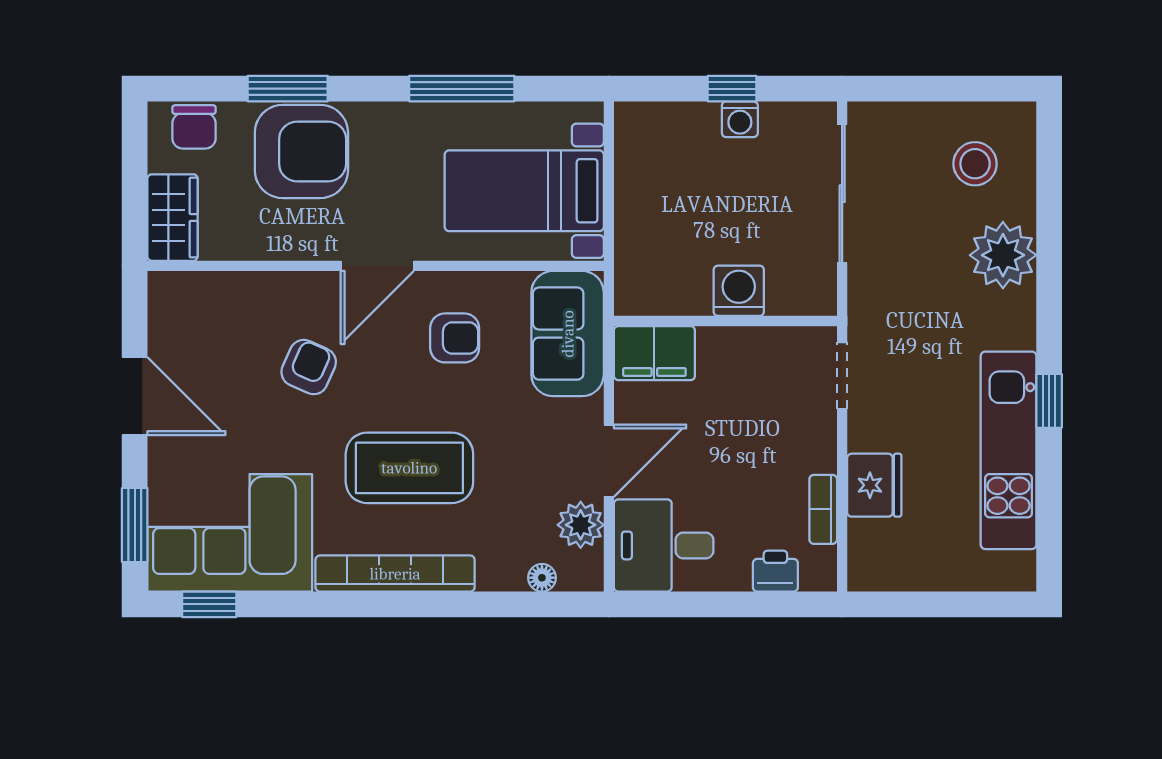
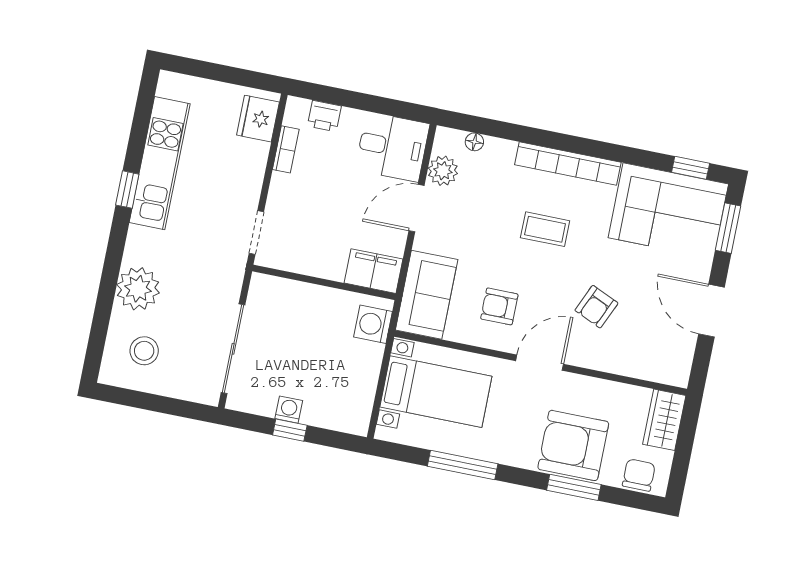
washing machine: (739, 291) -> (373, 324), moved, turned 90
coffee table: (409, 468) -> (545, 229), width x0.54, depth x0.58
fridge: (874, 485) -> (258, 119), moved

